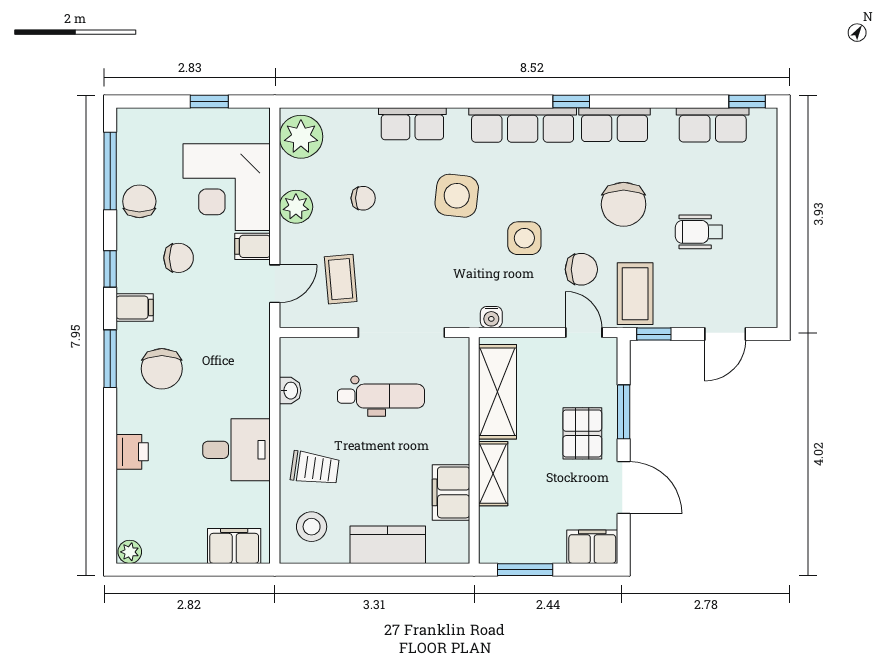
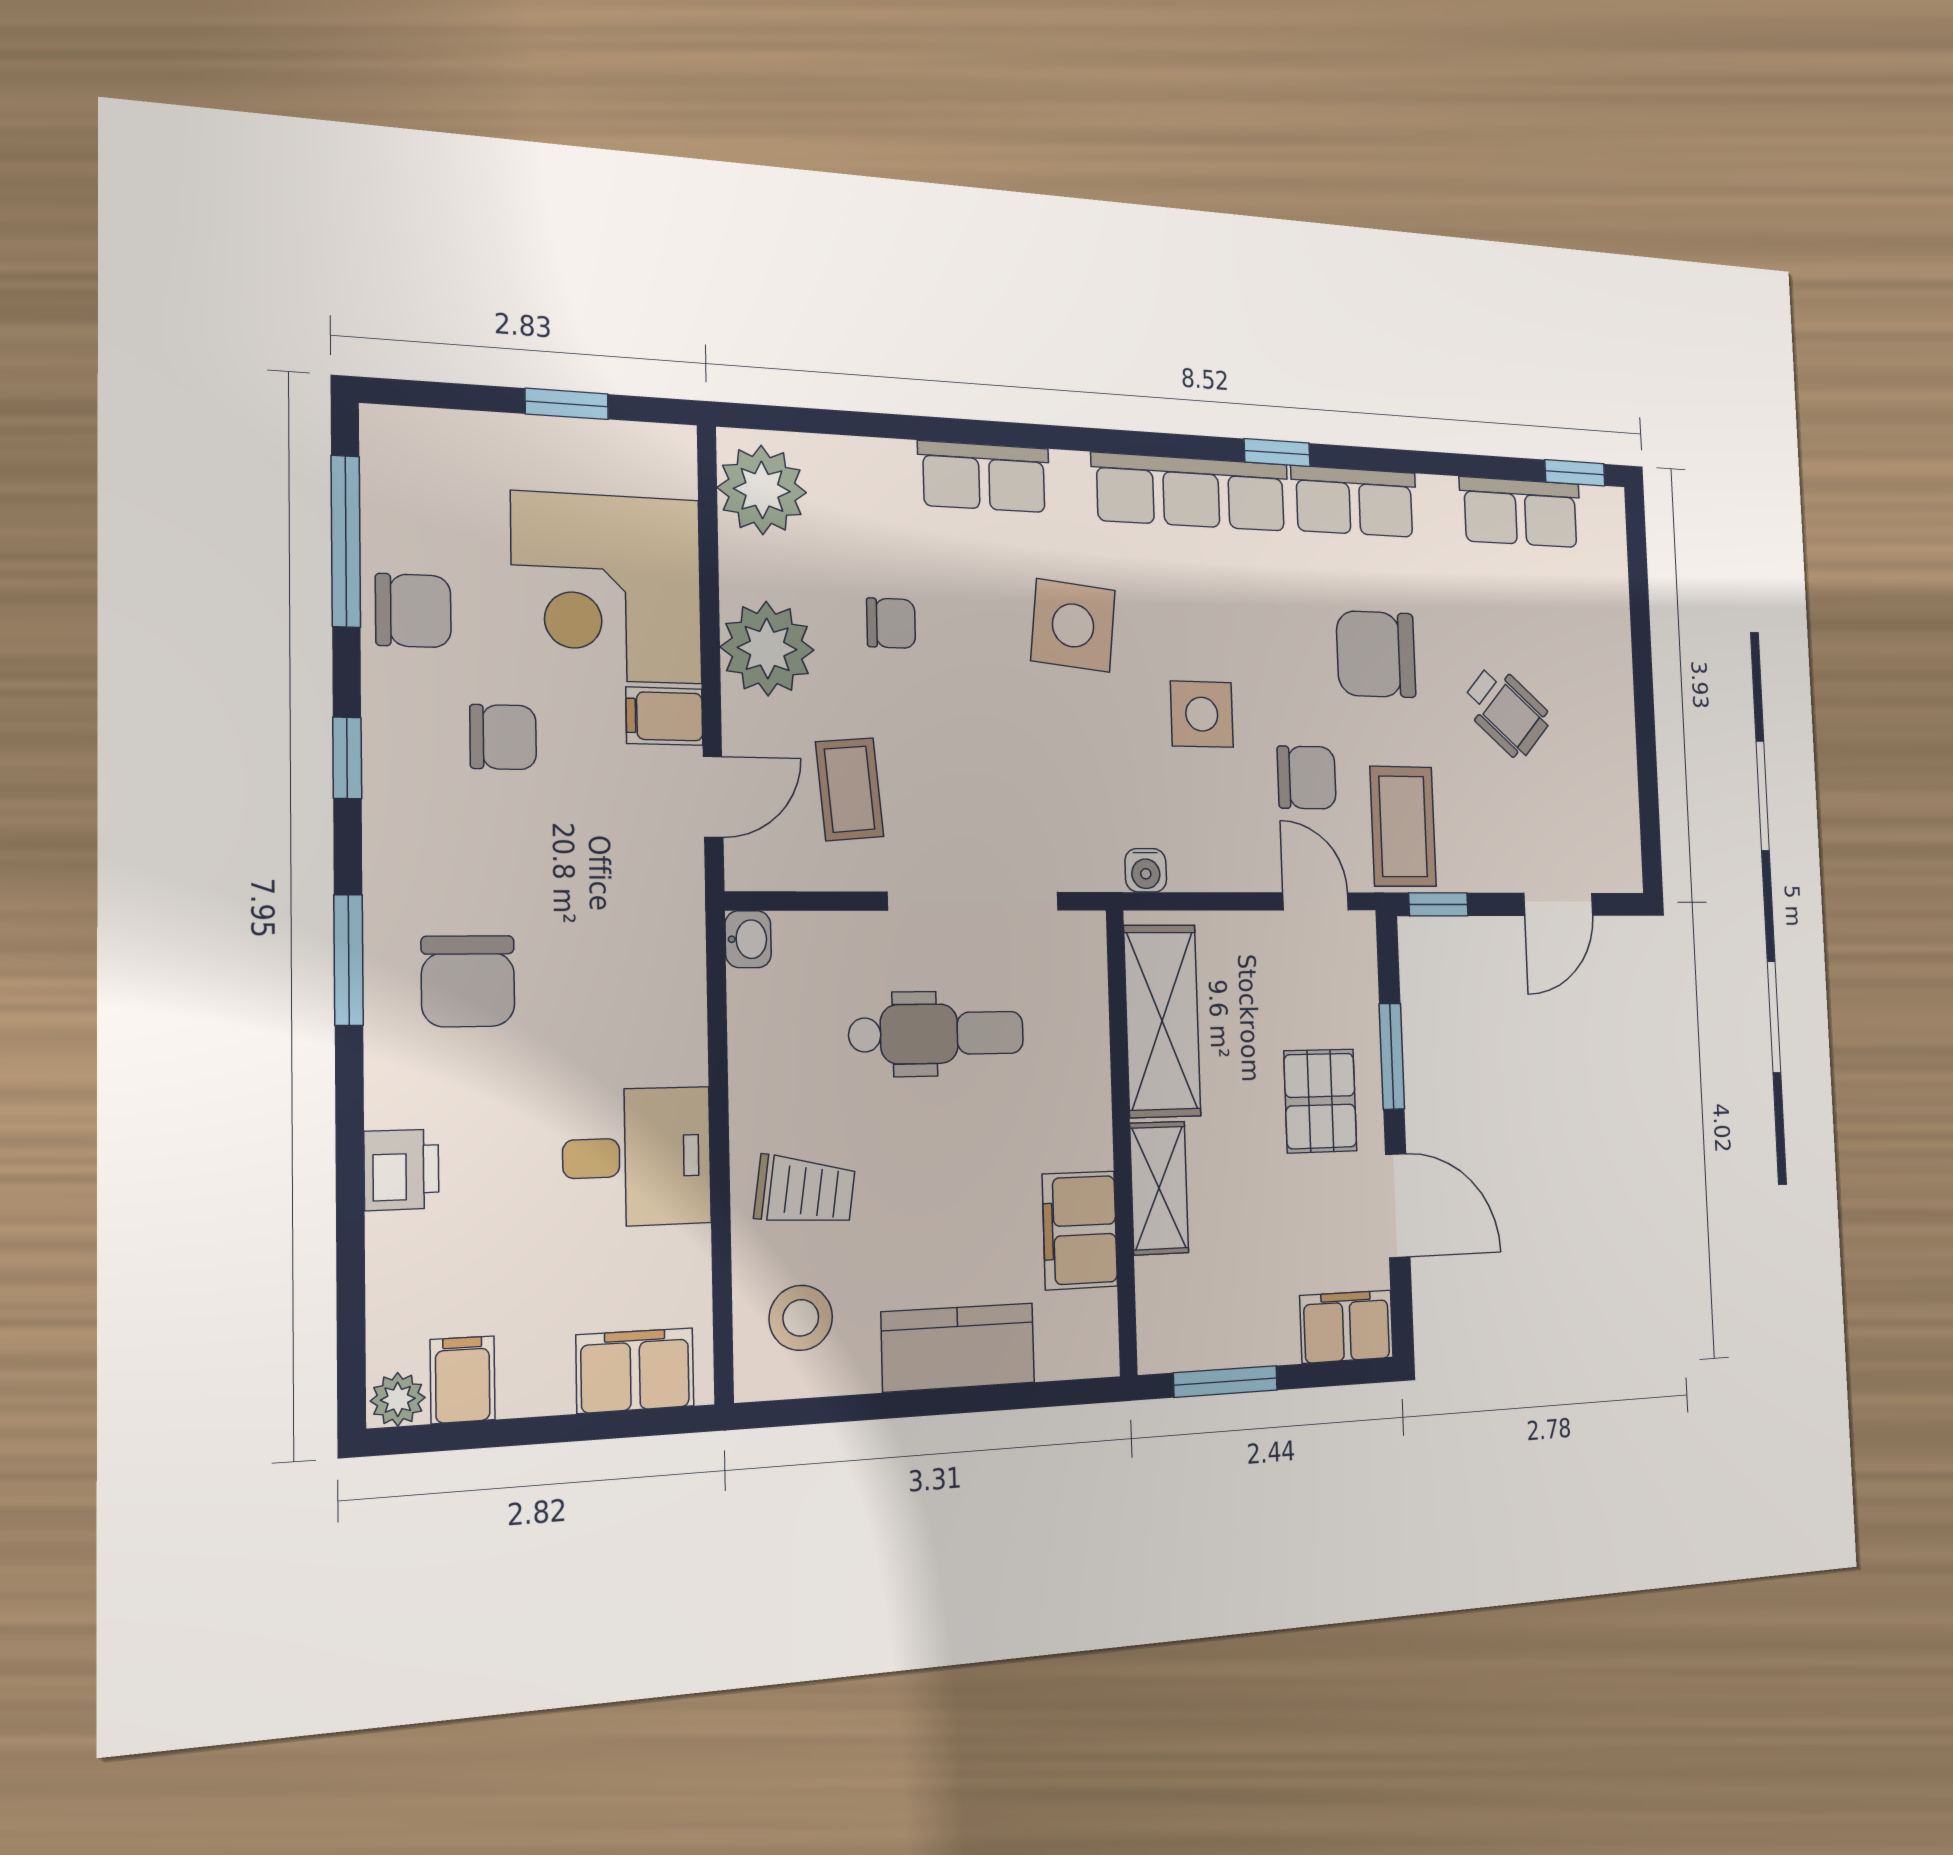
chair: (139, 201) -> (413, 611), turned 90
chair: (624, 204) -> (1376, 654), turned 90
plant: (296, 207) -> (767, 649), width x1.36, depth x1.36
wheelchair: (699, 232) -> (1506, 711), turned -139
filing cabinet: (135, 307) -> (463, 1380), moved, turned -90
washbasin: (290, 391) -> (748, 939), moved

